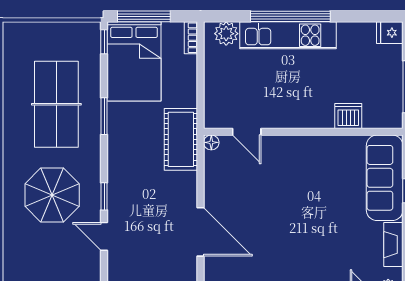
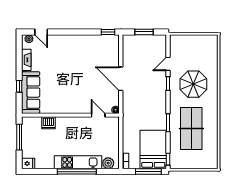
cot: (181, 139) -> (130, 111), removed
door: (201, 232) -> (121, 79), moved
door: (104, 236) -> (168, 64), swing flipped

